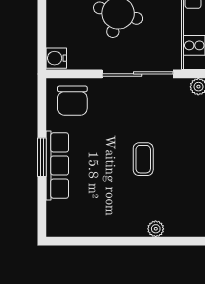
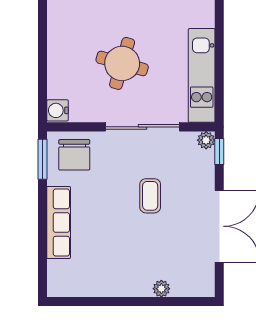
window: (42, 157) -> (42, 159), moved
coffee table: (143, 159) -> (150, 196), moved

